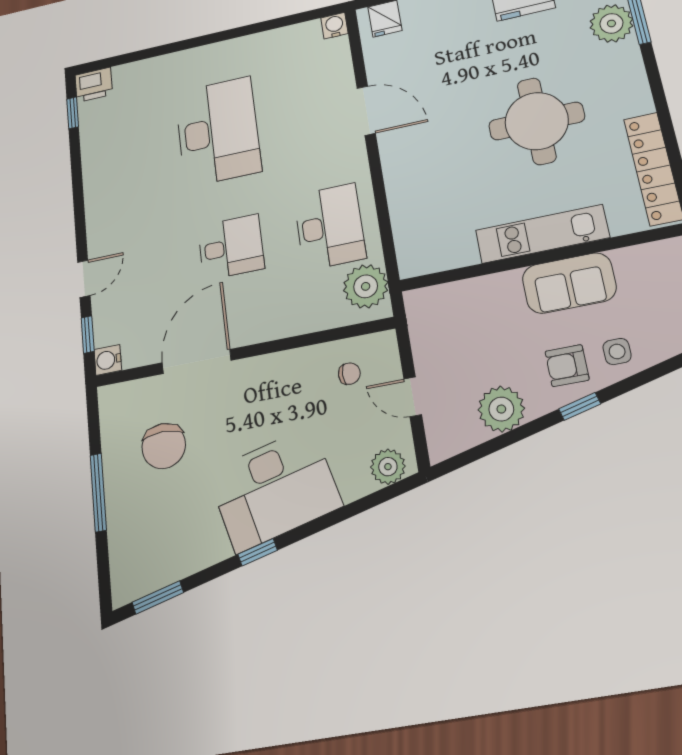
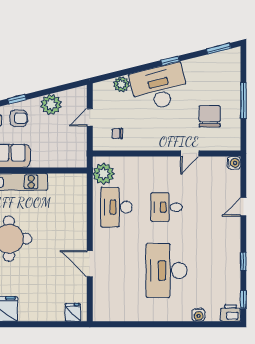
water cooler: (334, 26) -> (199, 315), moved
window: (88, 335) -> (243, 261), moved
door: (196, 362) -> (190, 153), width x0.53
door: (413, 397) -> (90, 117), swing flipped
plant: (388, 467) -> (121, 84), moved

